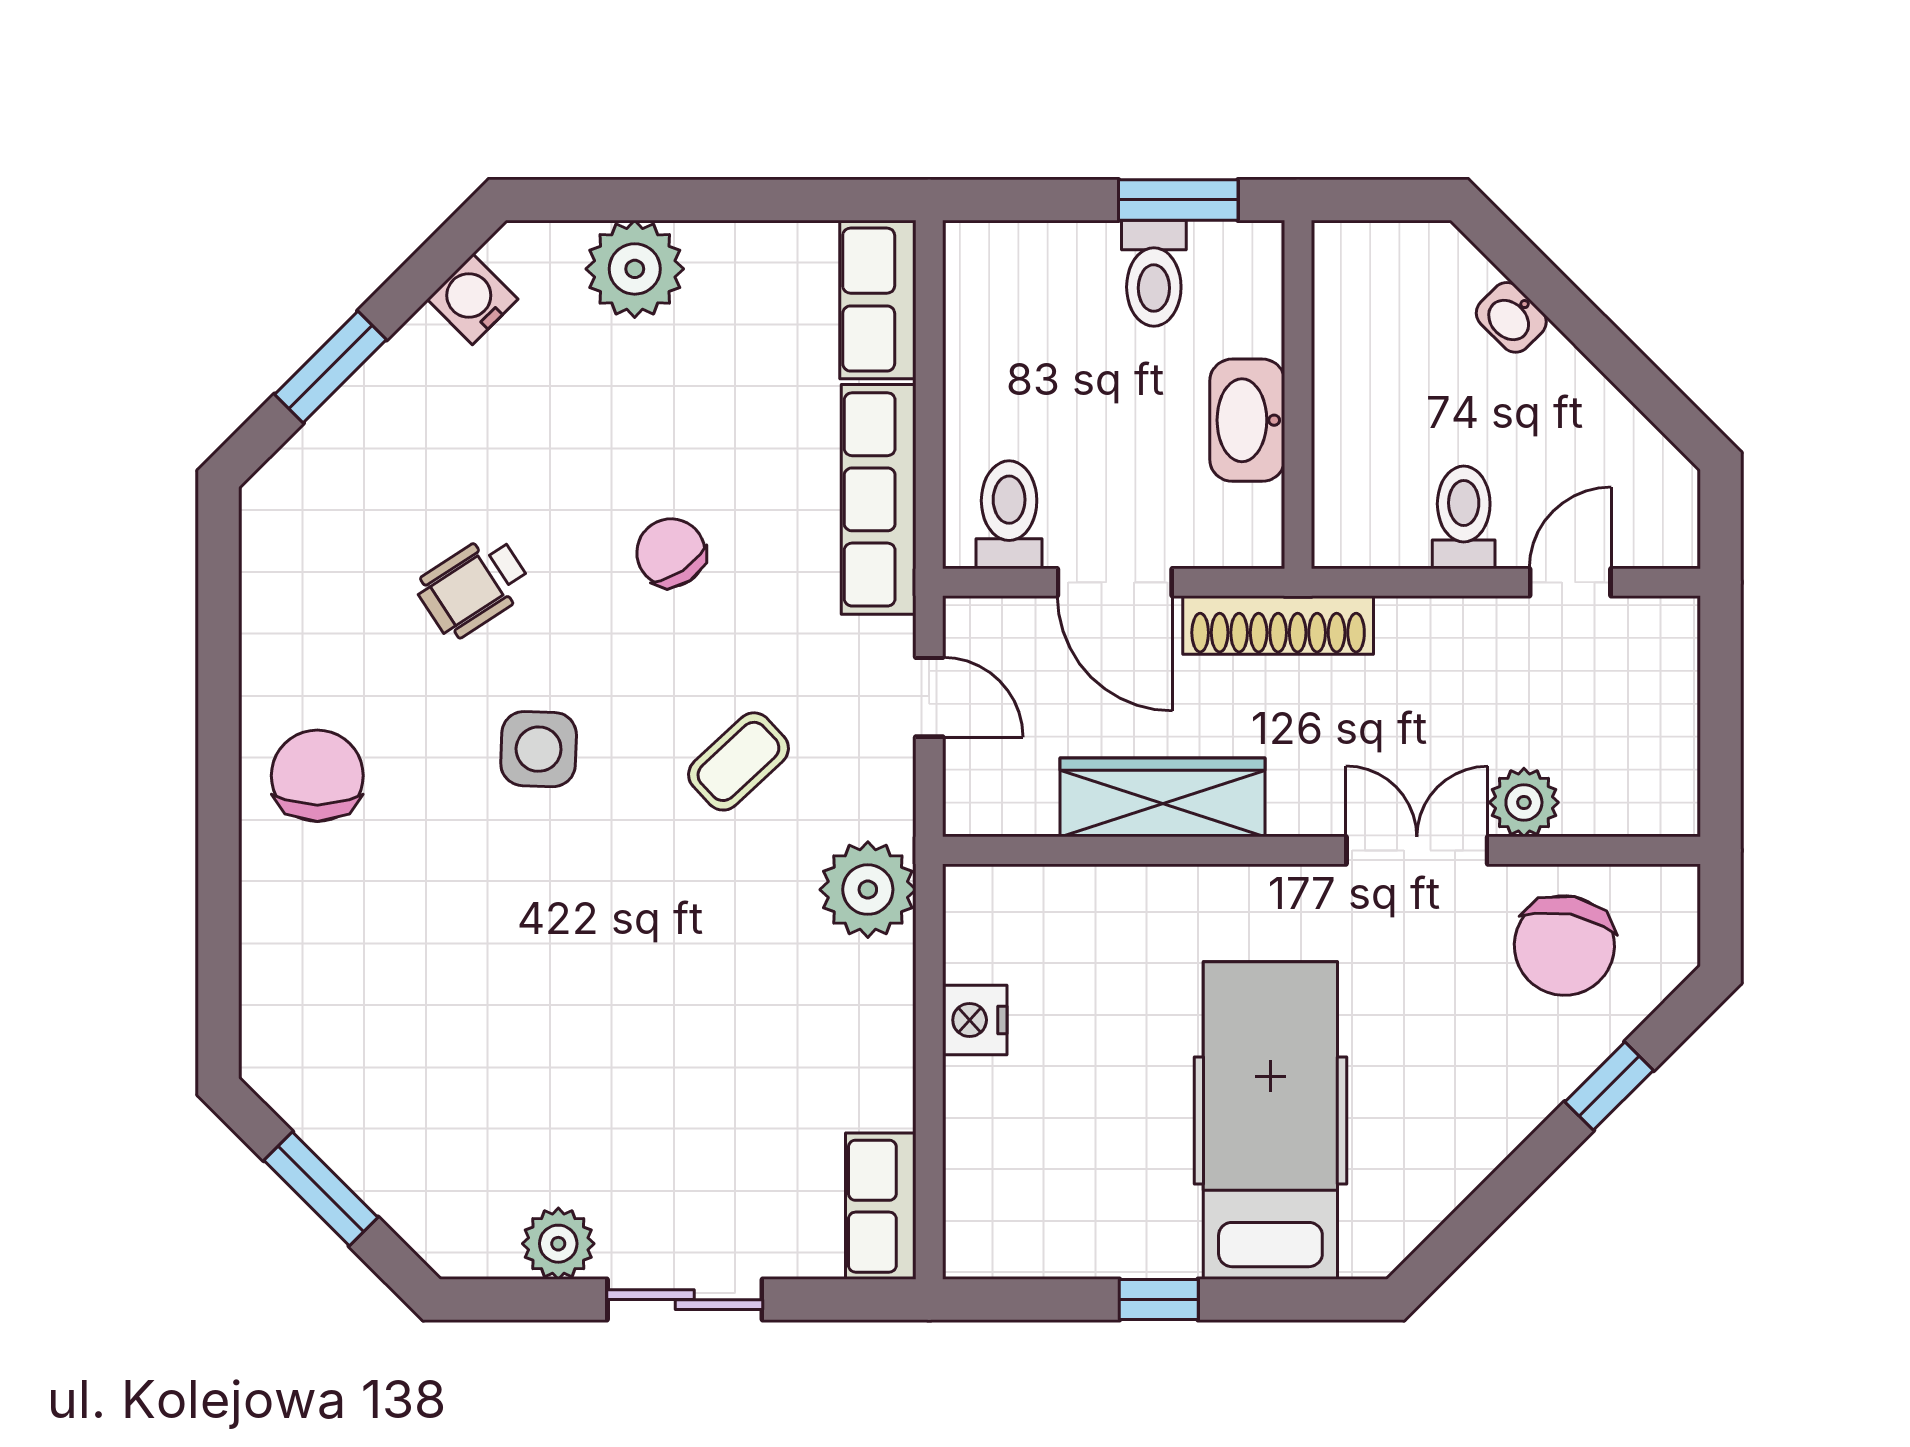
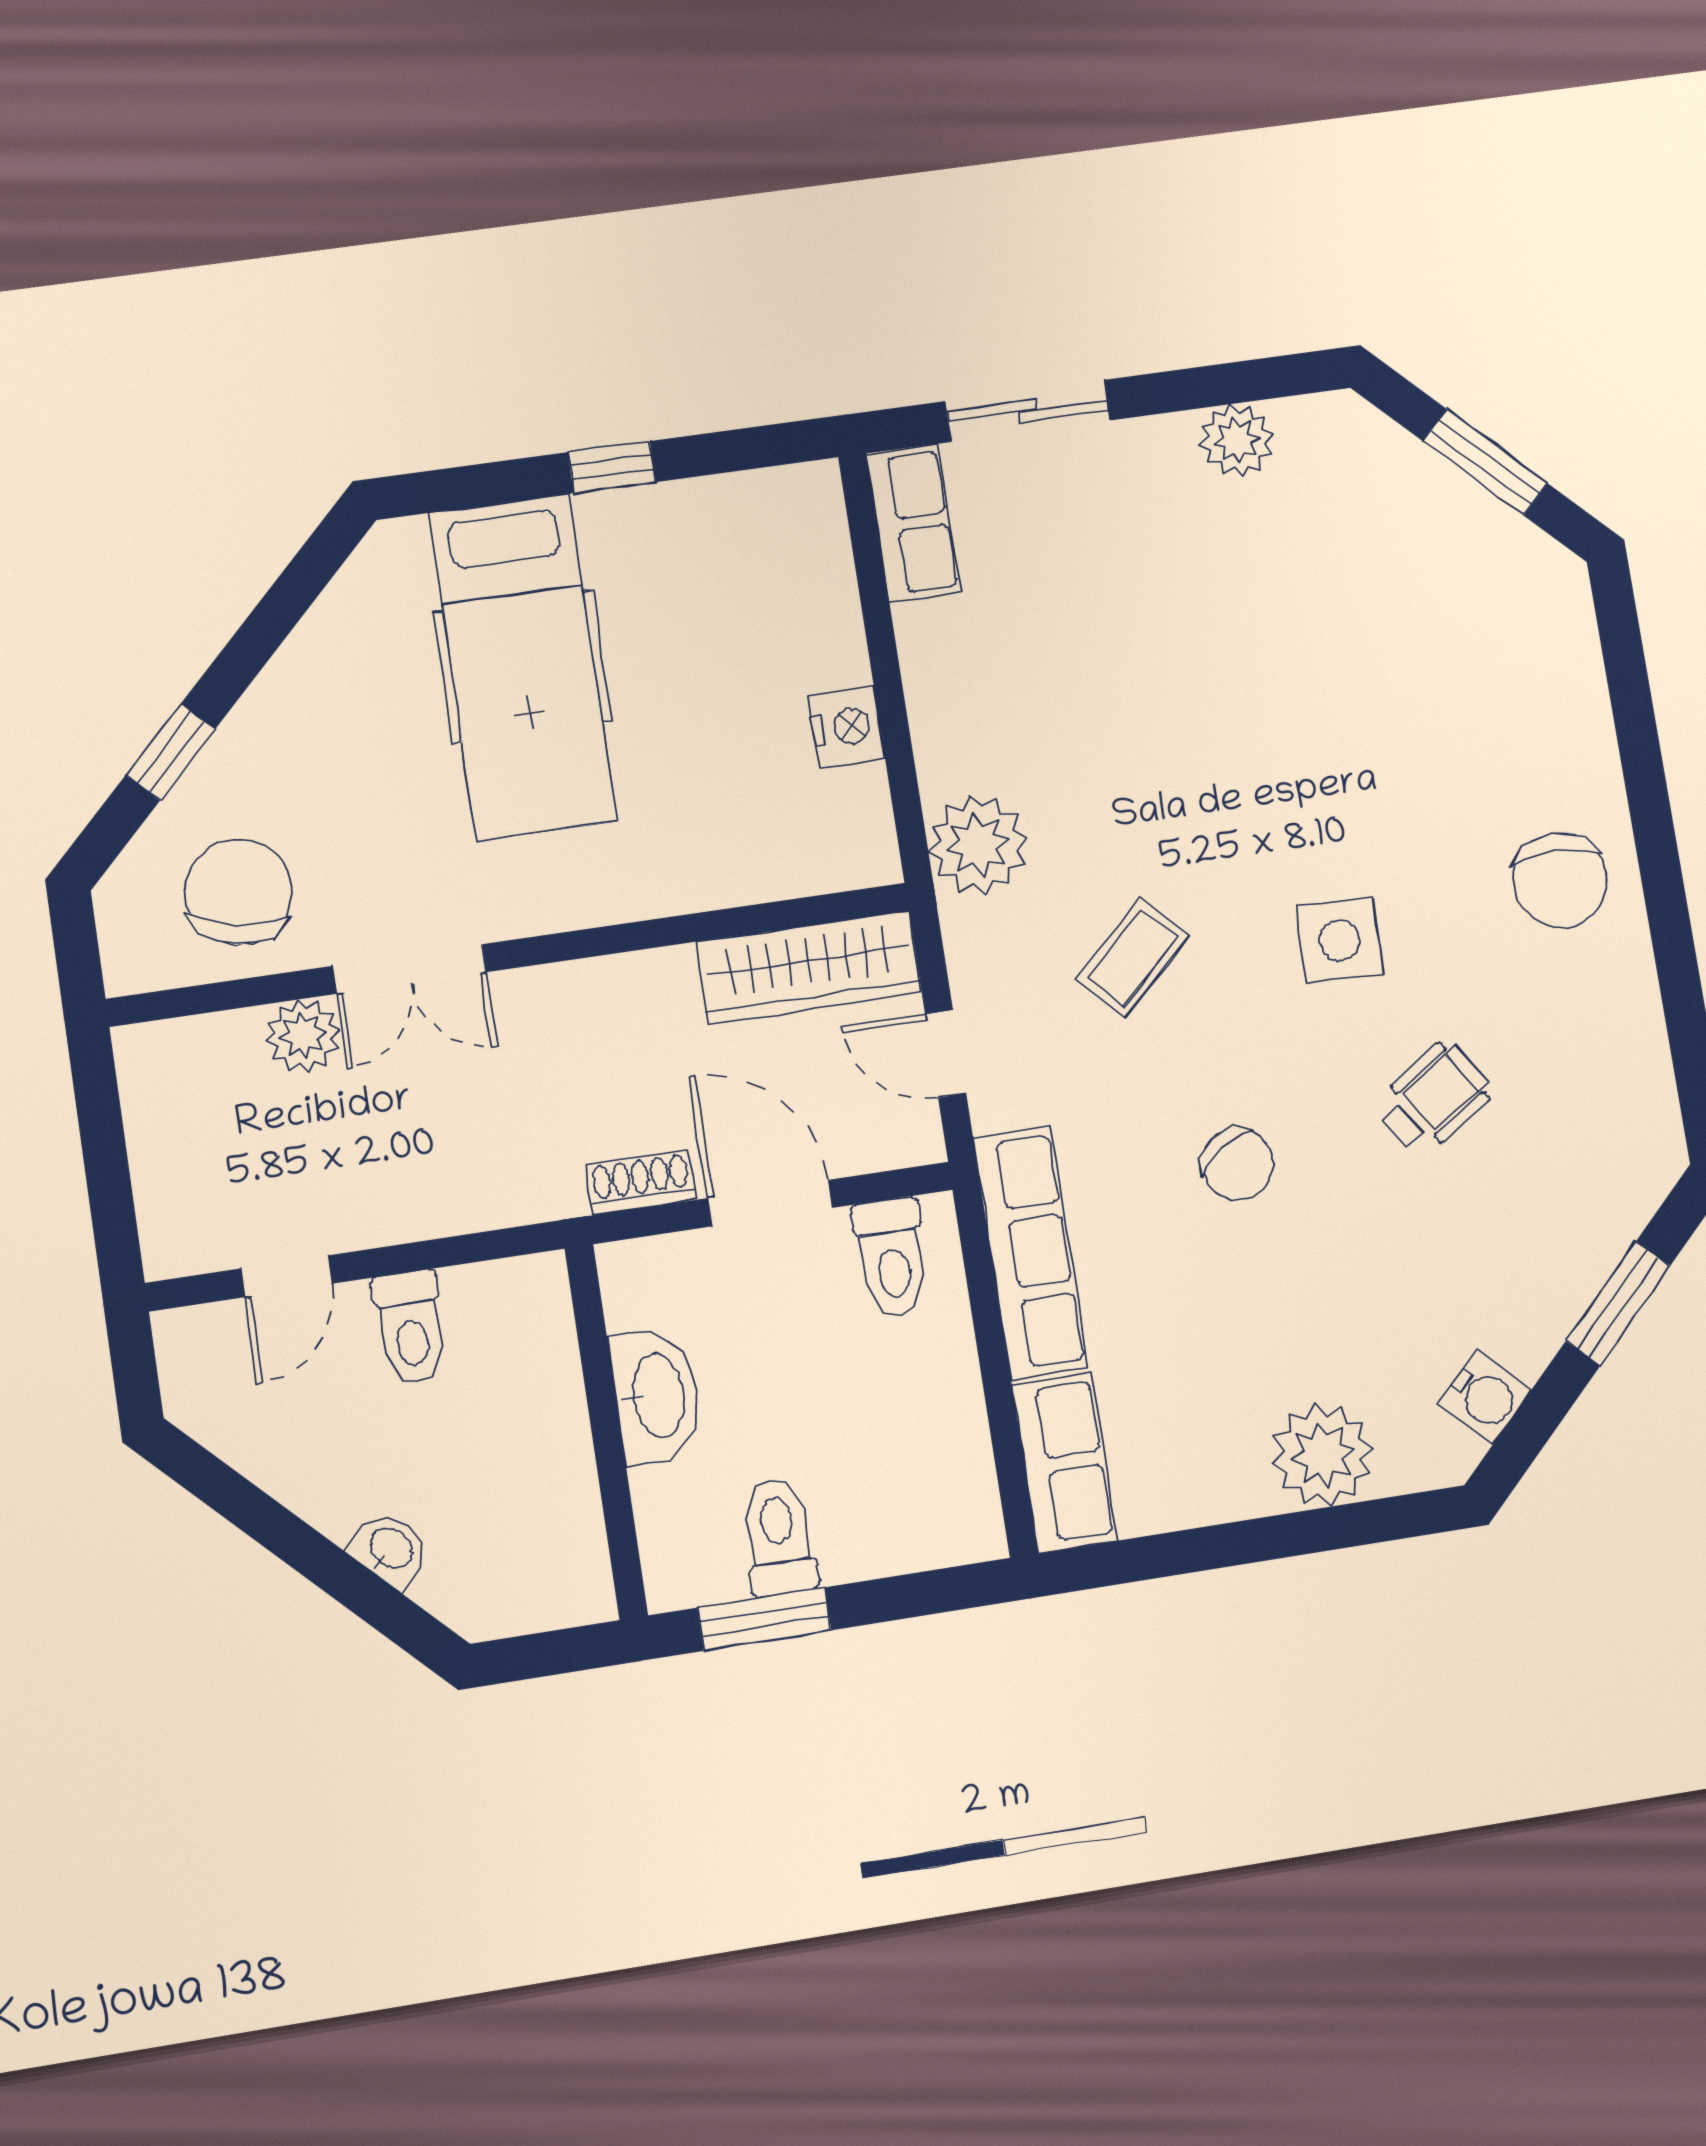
shoe rack: (1278, 625) -> (641, 1182), width x0.51, depth x0.81
wardrobe: (1163, 797) -> (809, 967), moved
sliding door: (685, 1300) -> (1028, 411), moved

